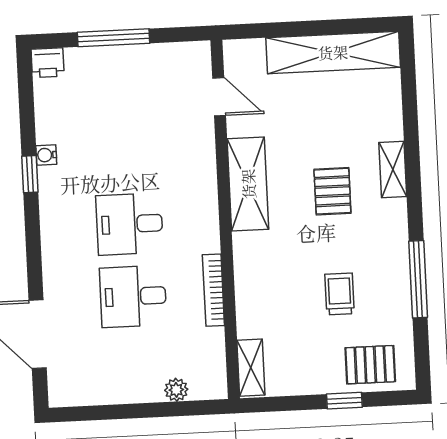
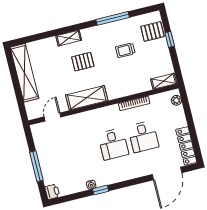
pallet: (370, 365) -> (152, 31), turned 90
plant: (176, 390) -> (176, 100), moved
locker: (93, 391) -> (186, 146), added

